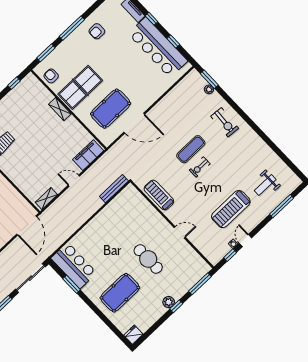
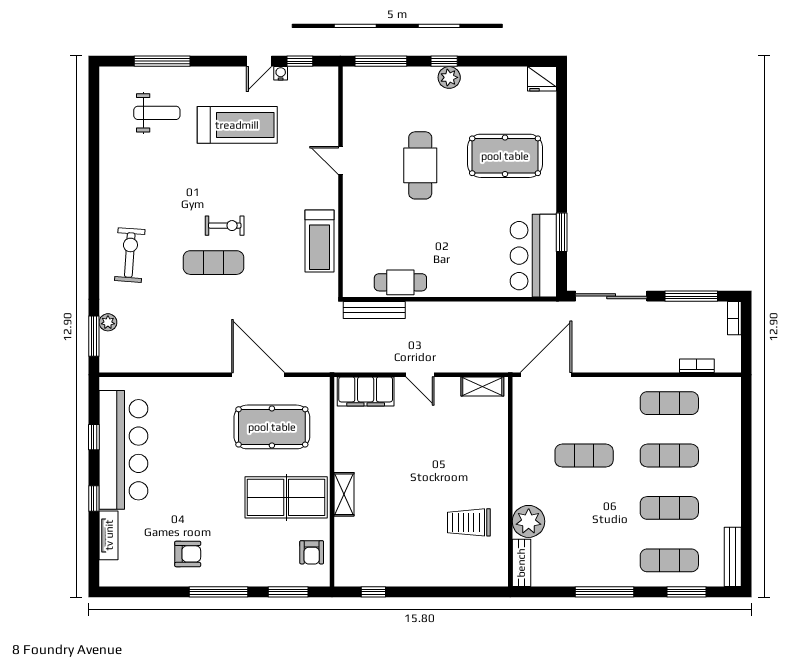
cafe table: (114, 208) -> (400, 282), added

